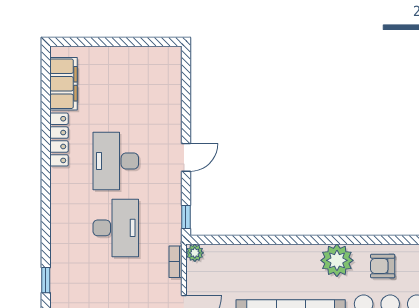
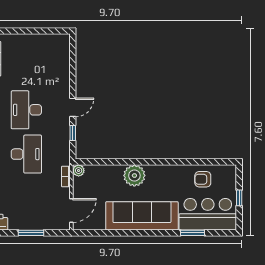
window: (186, 217) -> (73, 133), moved
plant: (337, 260) -> (134, 176), moved

